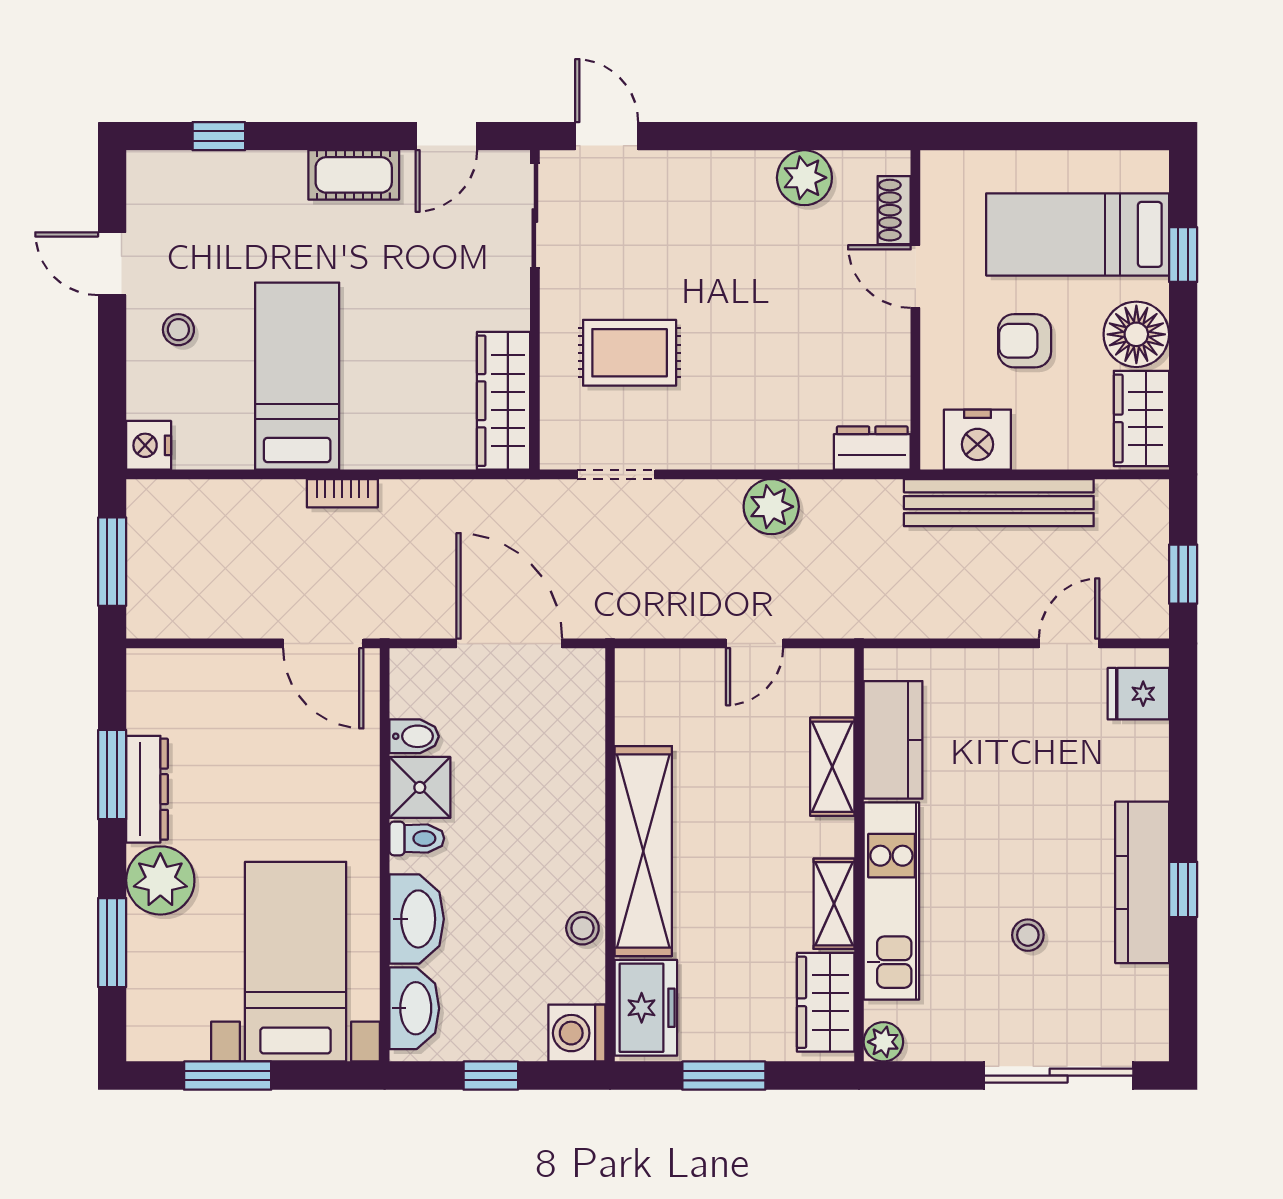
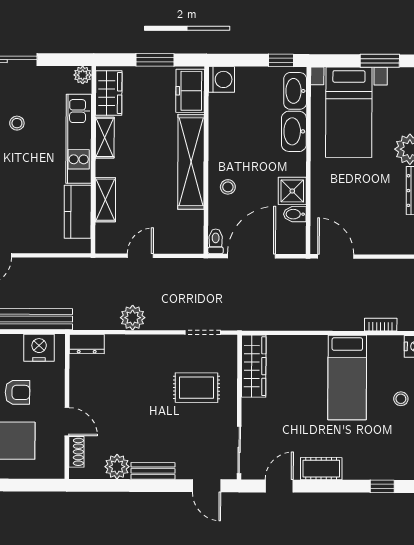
bench: (725, 169) -> (153, 471), added
bookcase: (342, 493) -> (381, 325), moved
door: (509, 643) -> (251, 256), swing flipped
toilet: (417, 838) -> (216, 241), moved, turned 90
stool: (582, 928) -> (228, 187), moved
window: (491, 1076) -> (281, 60), moved

